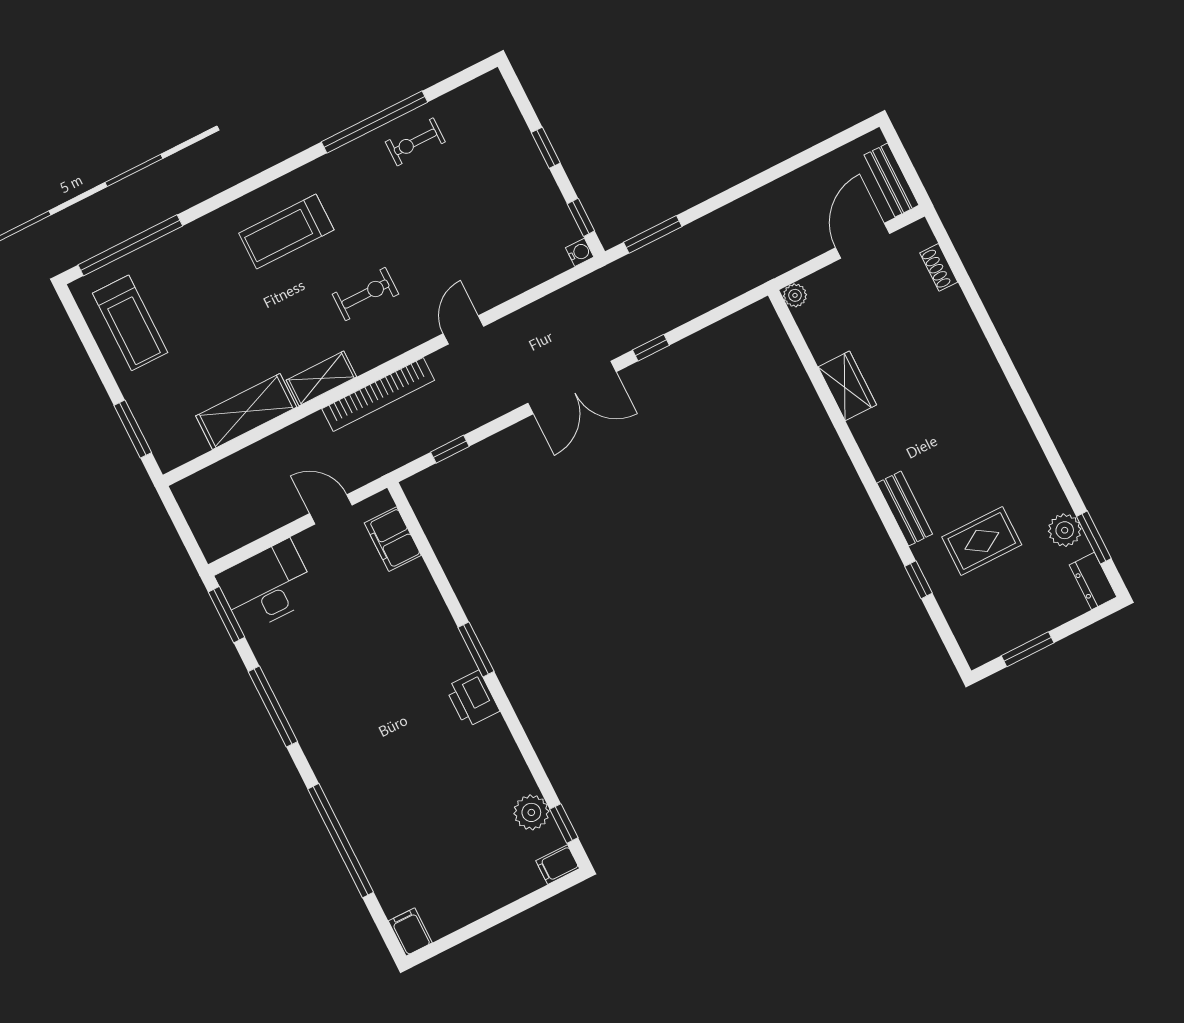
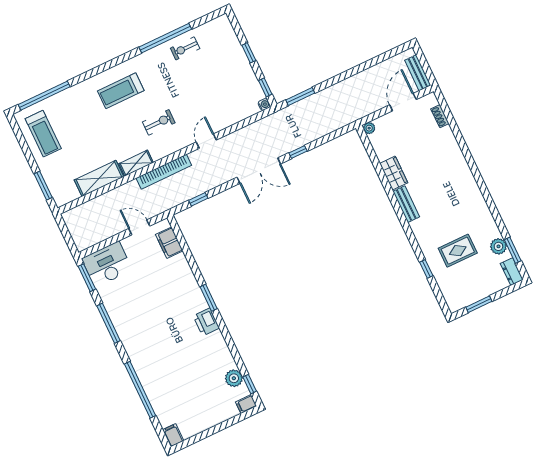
bench: (905, 509) -> (406, 204), moved

